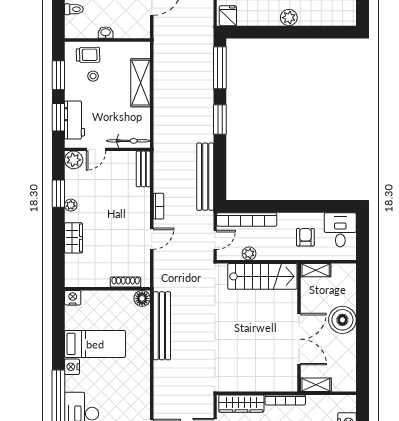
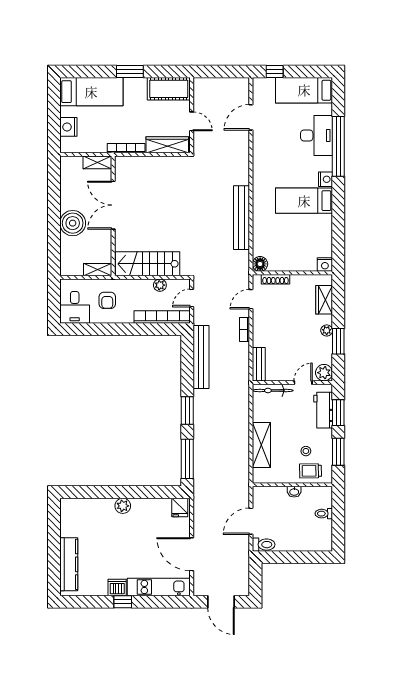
shoe rack: (126, 282) -> (275, 279), moved
wall: (107, 289) -> (292, 273), moved
nightstand: (73, 298) -> (325, 265), moved
floor lamp: (142, 298) -> (260, 264), moved

